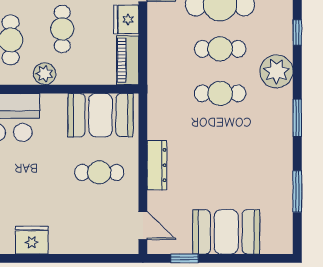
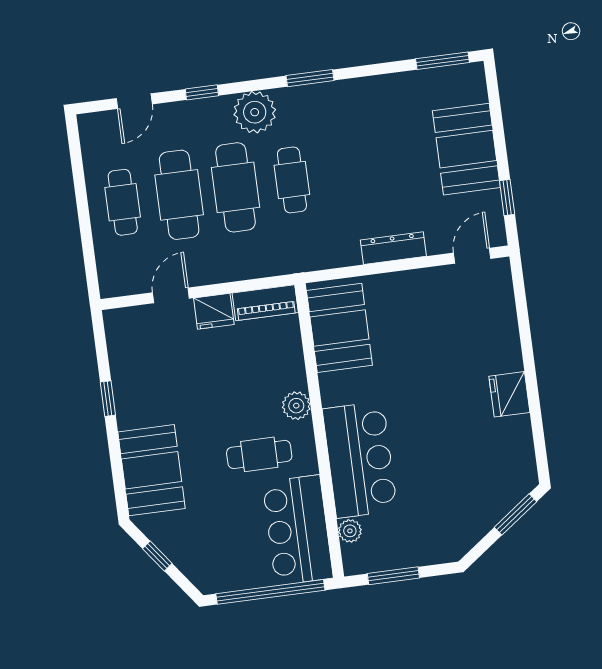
cafe table: (62, 29) -> (237, 391), removed
cafe table: (220, 49) -> (236, 187), width x1.37, depth x1.35
cafe table: (99, 172) -> (412, 320), removed
window: (297, 191) -> (443, 61), moved

